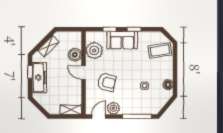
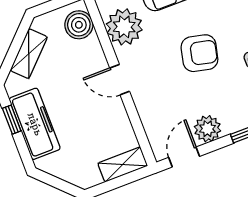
boiler: (75, 55) -> (79, 25), moved
armchair: (107, 82) -> (199, 53), moved

